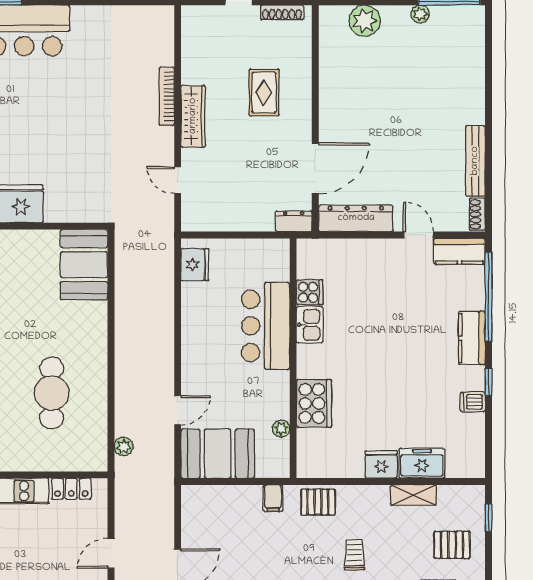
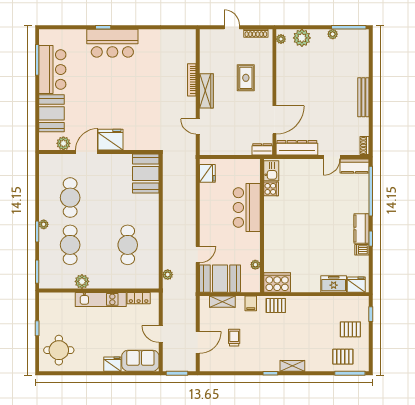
plant: (327, 23) -> (281, 39), added
bench: (475, 161) -> (363, 97), moved
door: (418, 235) -> (332, 157), swing flipped
kitchen sink: (310, 325) -> (271, 171), moved
kitchen counter: (472, 338) -> (361, 229), moved
cooker: (314, 403) -> (277, 282), moved, turned -90
fridge: (381, 464) -> (356, 285), moved
shelving: (413, 495) -> (222, 302), moved
door: (111, 553) -> (161, 334), hinge flipped
trolley: (354, 555) -> (234, 338), moved

